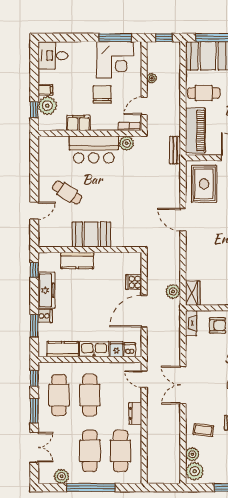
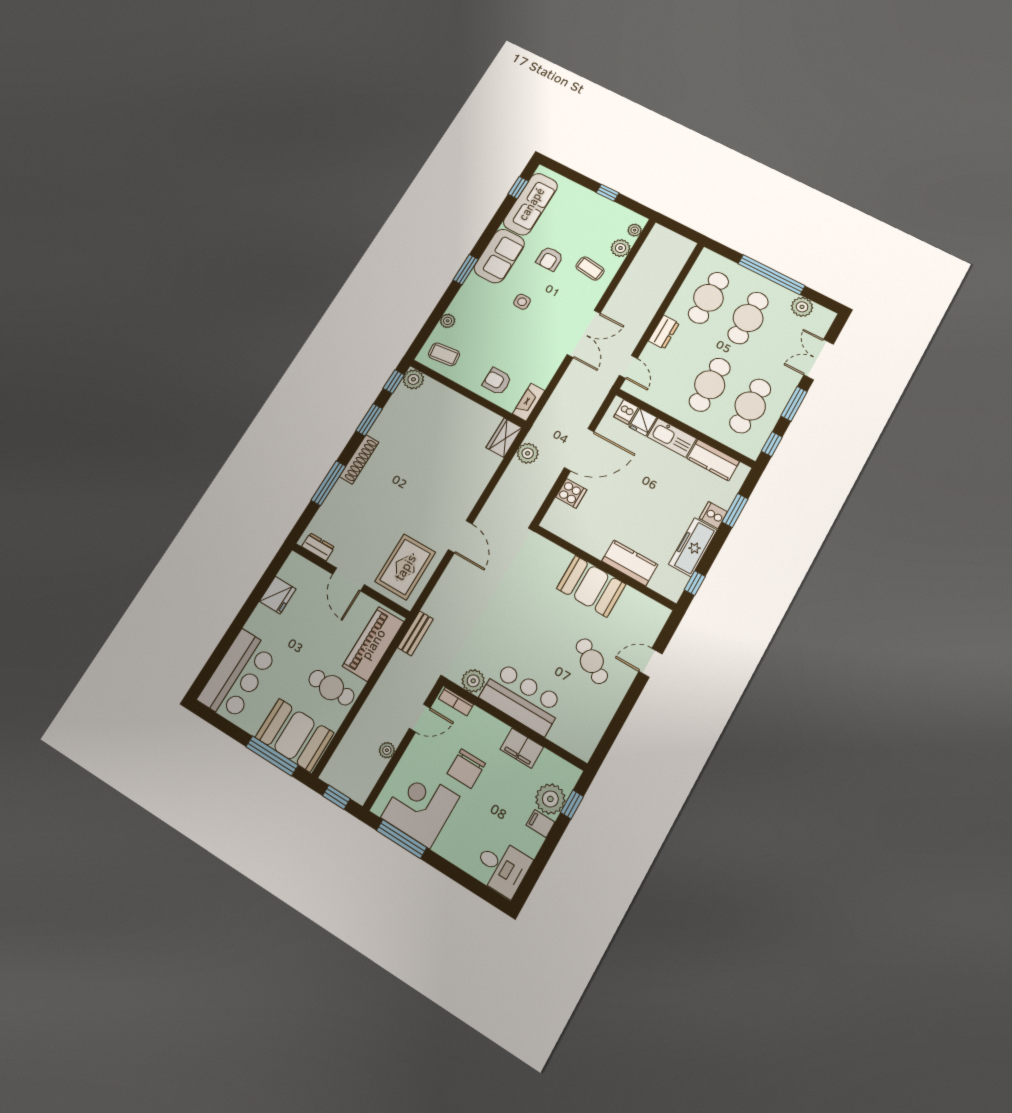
plant: (195, 471) -> (635, 230), width x0.53, depth x0.53

